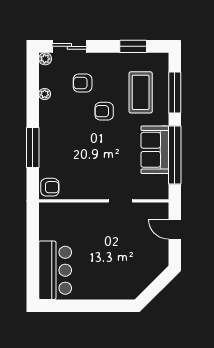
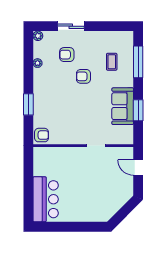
sliding door: (69, 46) -> (71, 26), moved
window: (133, 46) -> (106, 26), removed
coffee table: (141, 92) -> (112, 62), width x0.54, depth x0.58
window: (33, 147) -> (28, 104), width x0.69
window: (175, 155) -> (138, 110), width x0.47

